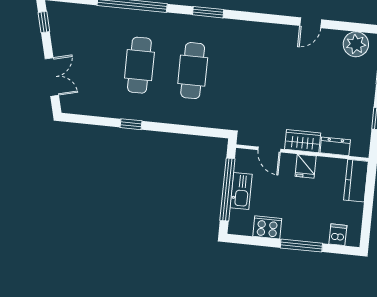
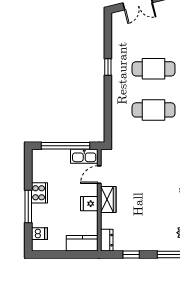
dresser: (335, 146) -> (107, 240), moved
kitchen sink: (241, 191) -> (84, 156), moved
cooker: (267, 227) -> (40, 193), moved

